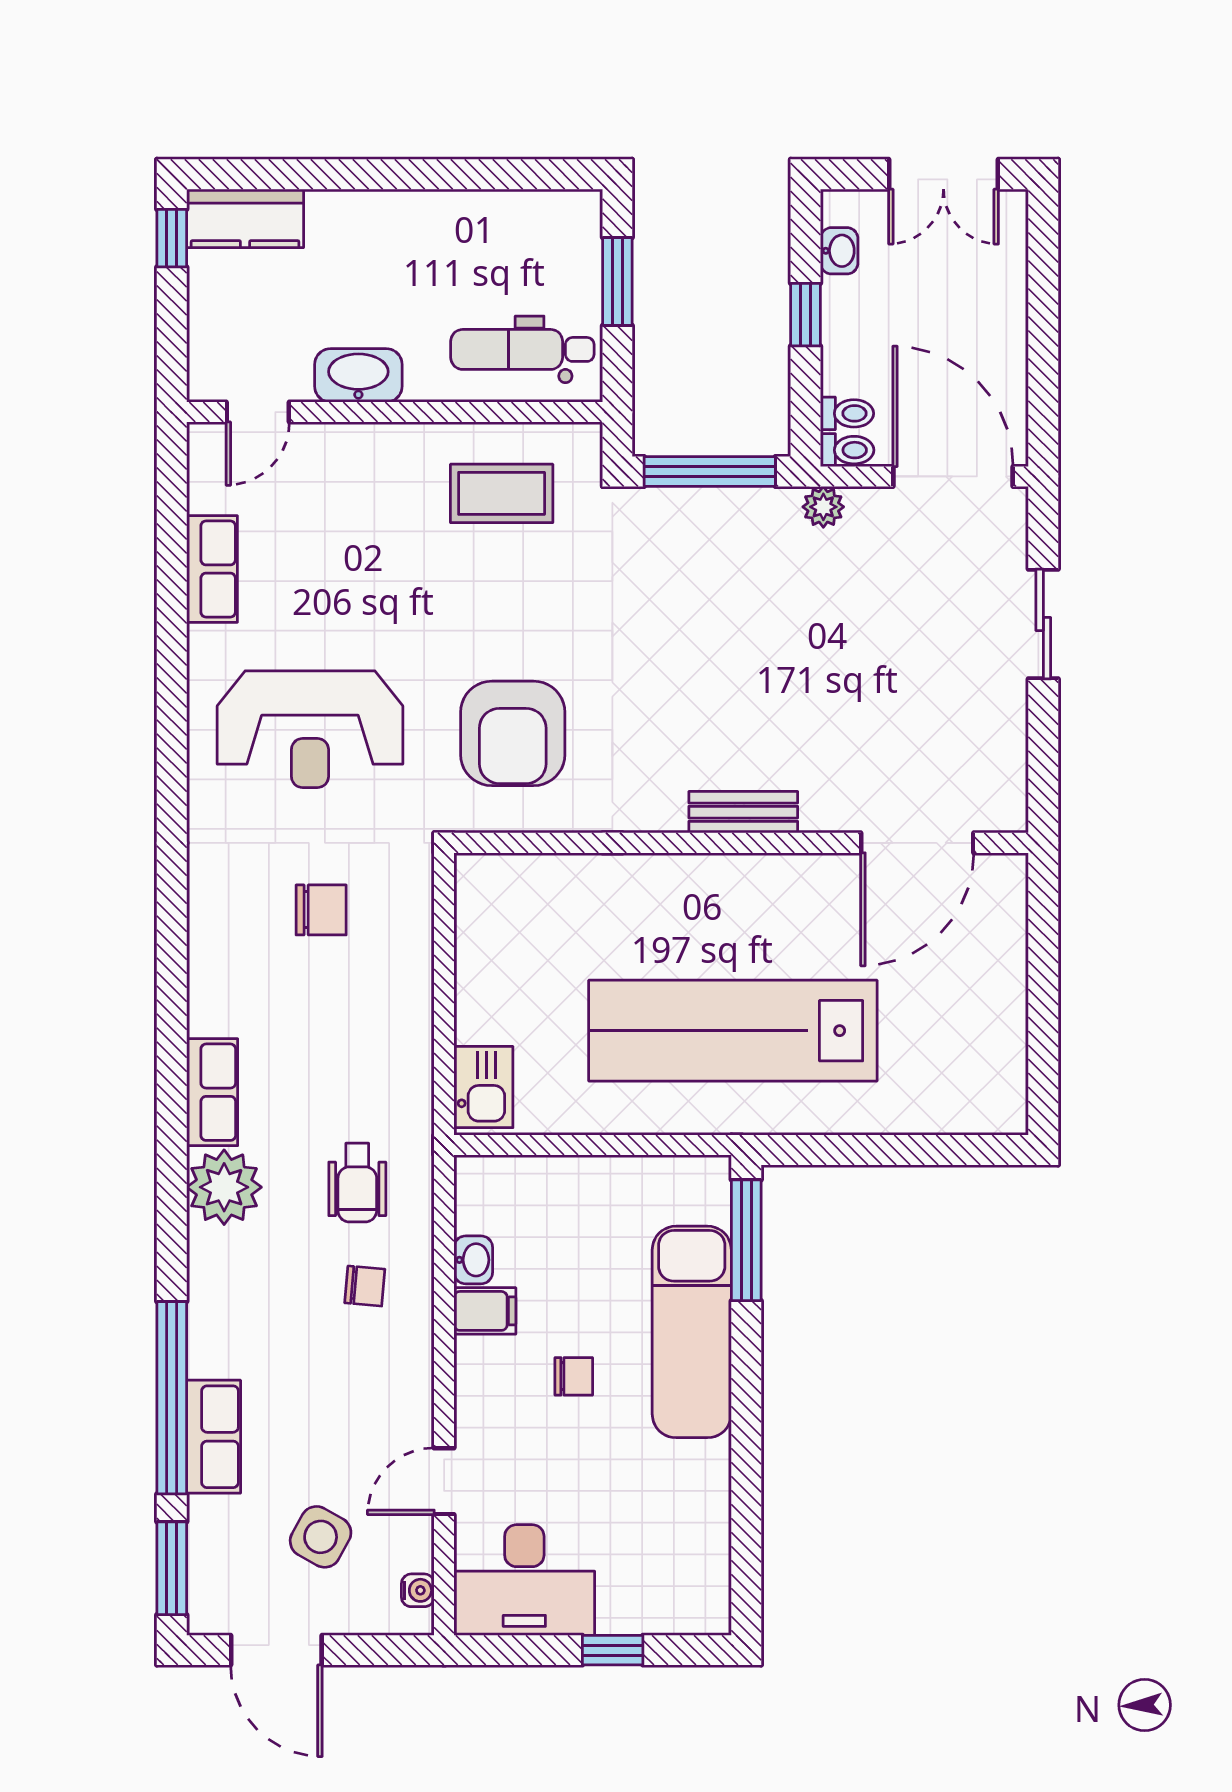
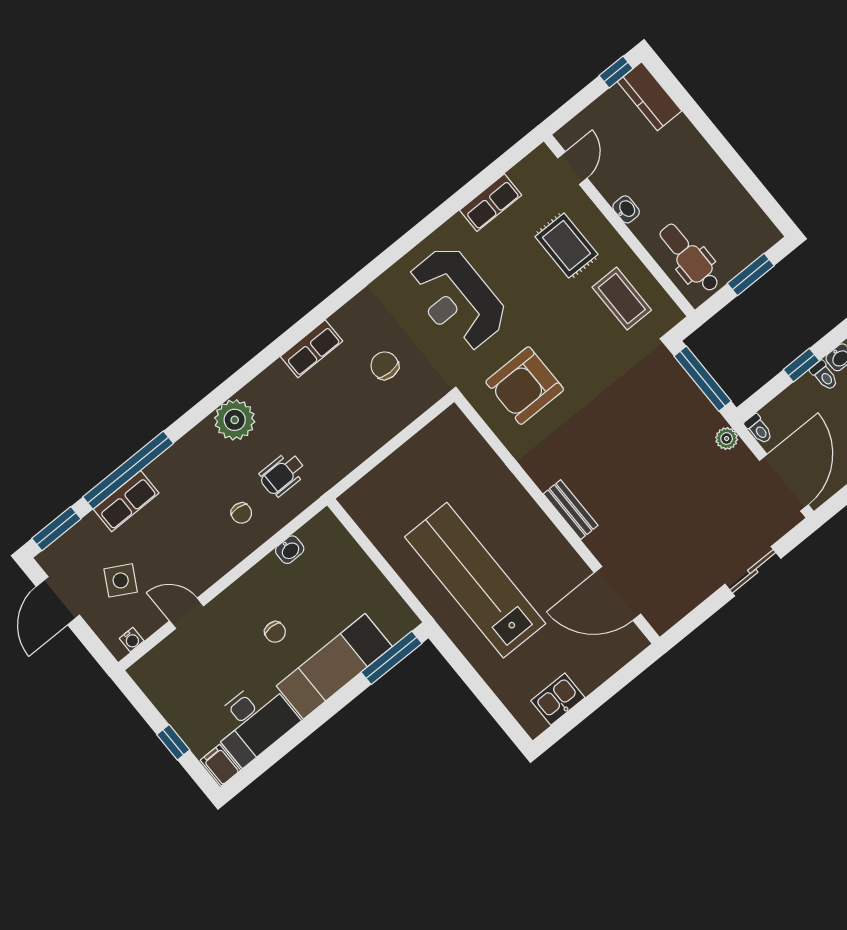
washbasin: (358, 375) -> (626, 209), width x0.52, depth x0.69
door: (258, 412) -> (572, 168), swing flipped
toilet: (847, 413) -> (824, 376), moved
rug: (361, 511) -> (566, 245), added
chair: (321, 910) -> (385, 366), turned 180
kitchen sink: (483, 1087) -> (558, 699), moved, turned 180
row of seats: (212, 1092) -> (312, 349), moved
filing cabinet: (485, 1311) -> (220, 765), moved, turned 180
desk: (524, 1580) -> (253, 722), moved, turned -90

